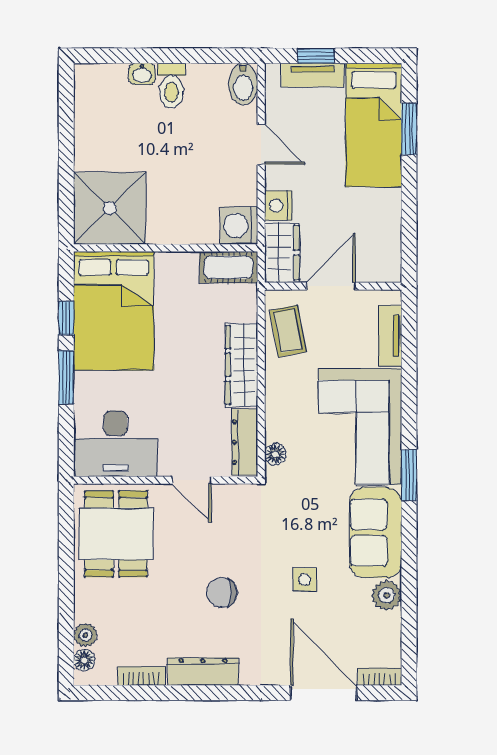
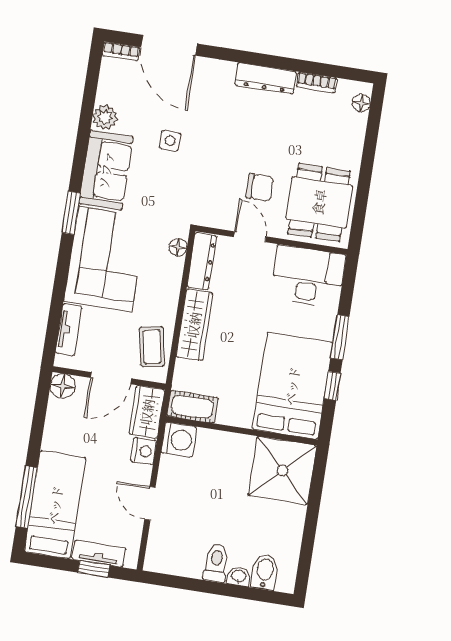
bidet: (243, 84) -> (265, 572), moved
window: (409, 129) -> (27, 497), width x1.44
floor lamp: (387, 267) -> (63, 386), added
chair: (222, 593) -> (260, 187), moved
plant: (85, 635) -> (357, 123), removed

